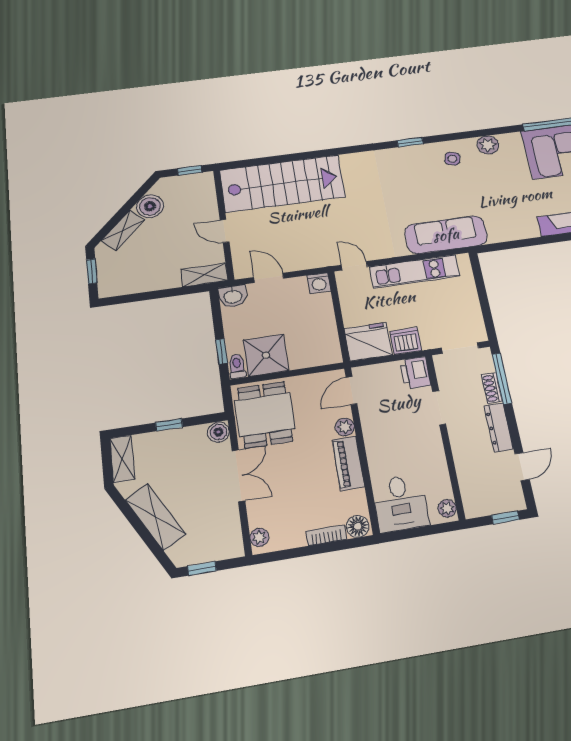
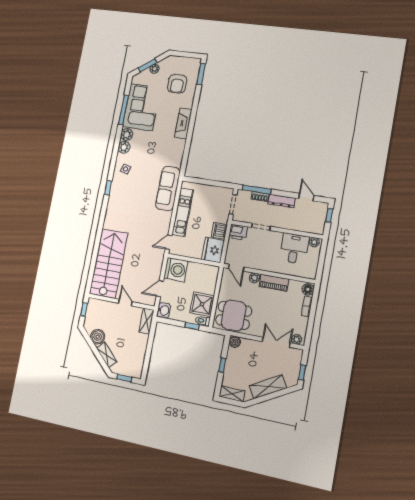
plant: (511, 142) -> (127, 135), added
door: (225, 231) -> (125, 303), swing flipped
washing machine: (319, 283) -> (176, 270), width x1.89, depth x1.89
double door: (238, 476) -> (276, 342), moved
desk: (400, 503) -> (294, 248), moved, turned -90

